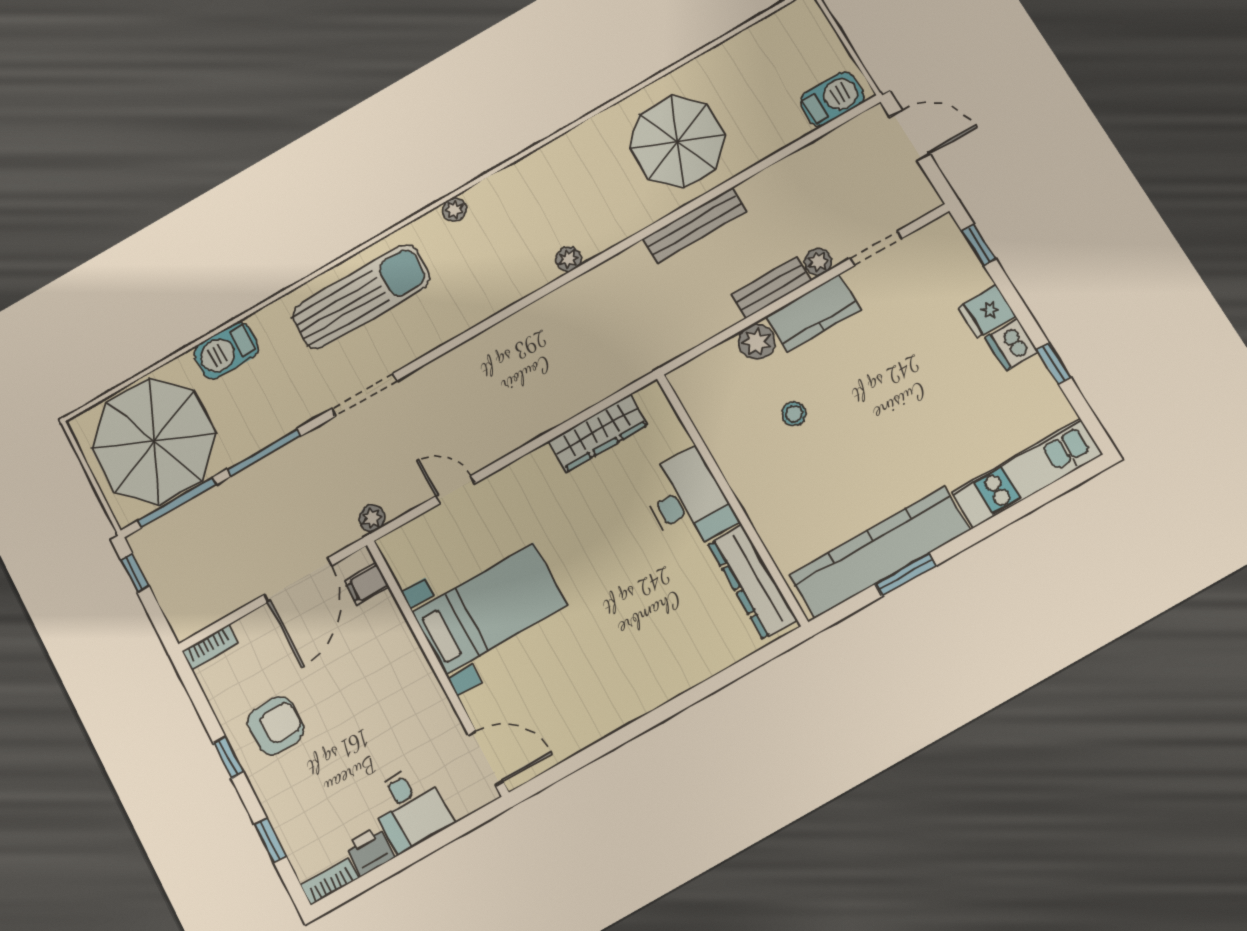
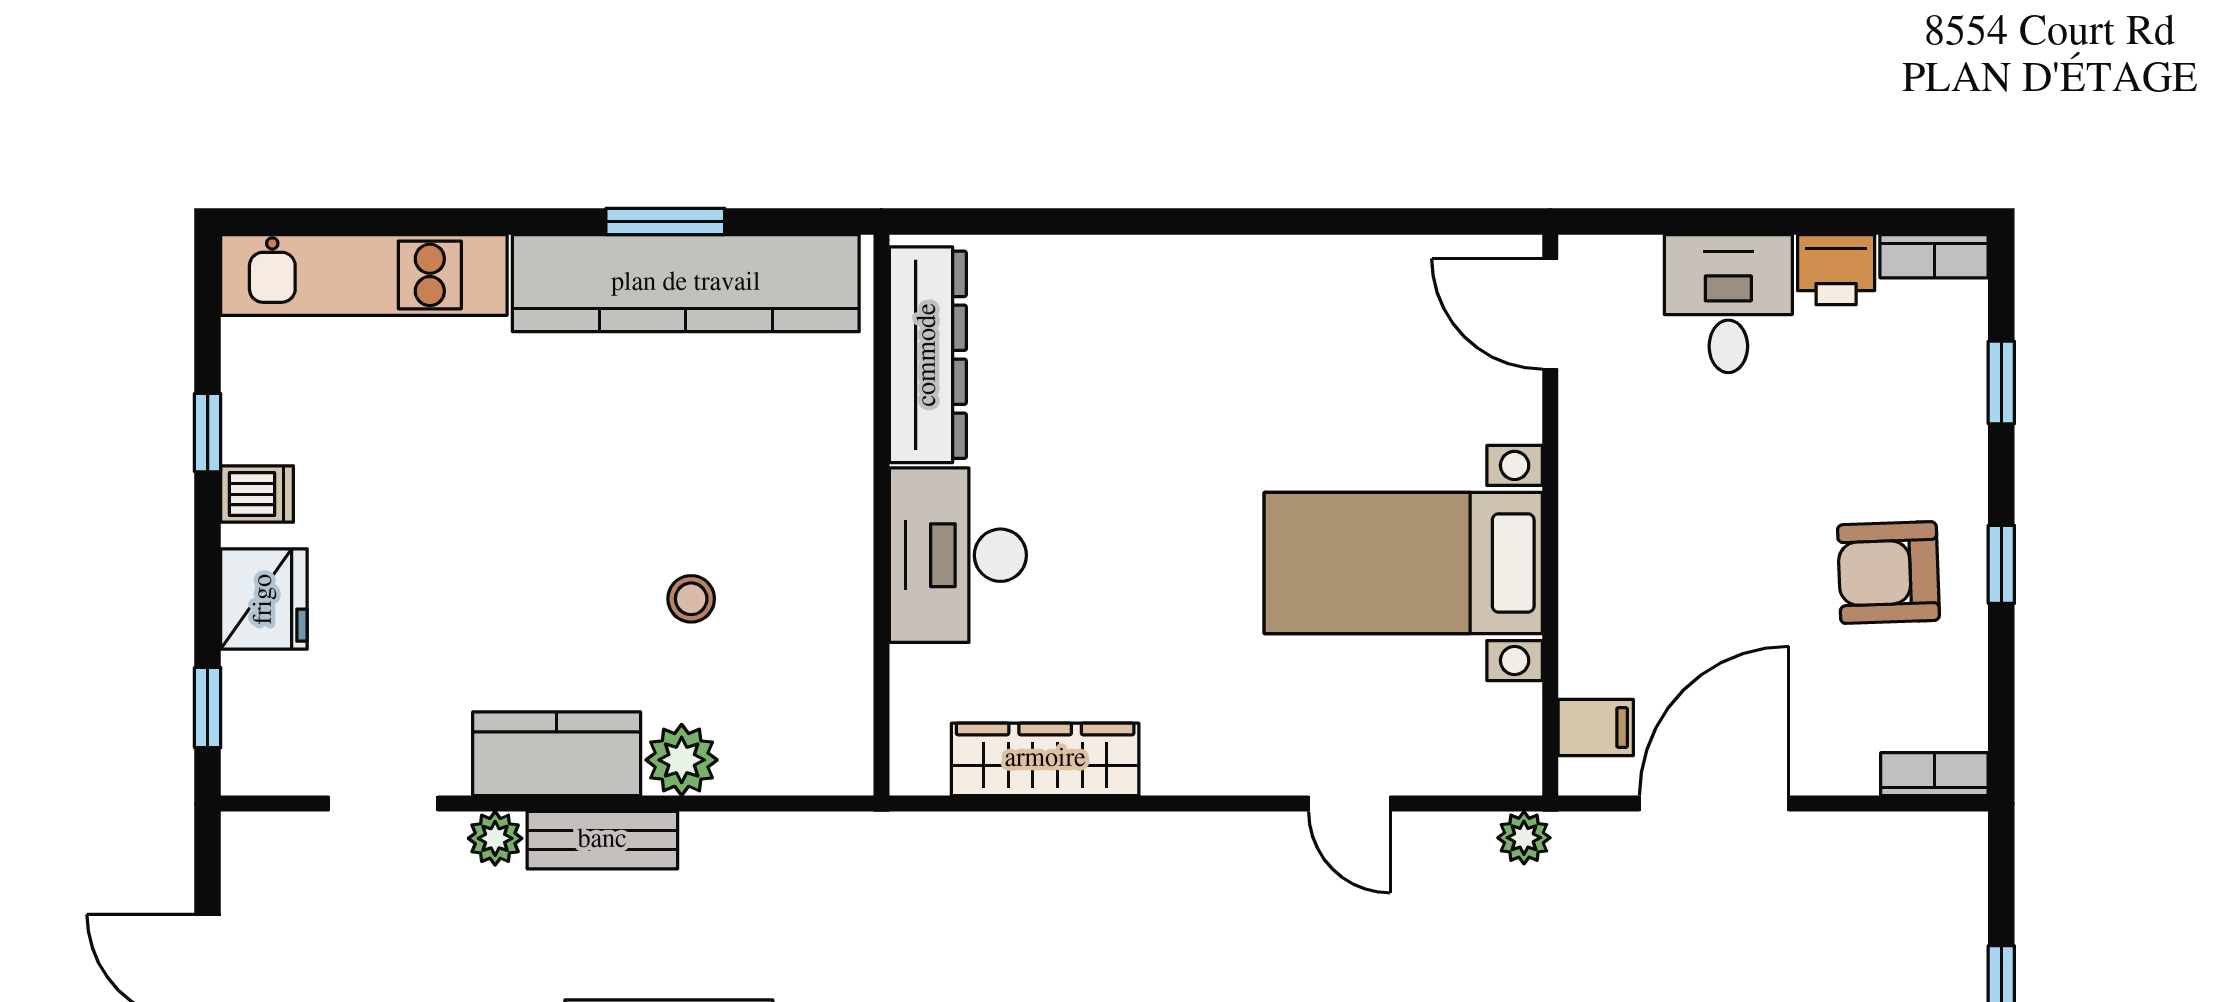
fridge: (987, 311) -> (264, 599), width x1.38
dishwasher: (1012, 345) -> (257, 494), width x0.73

